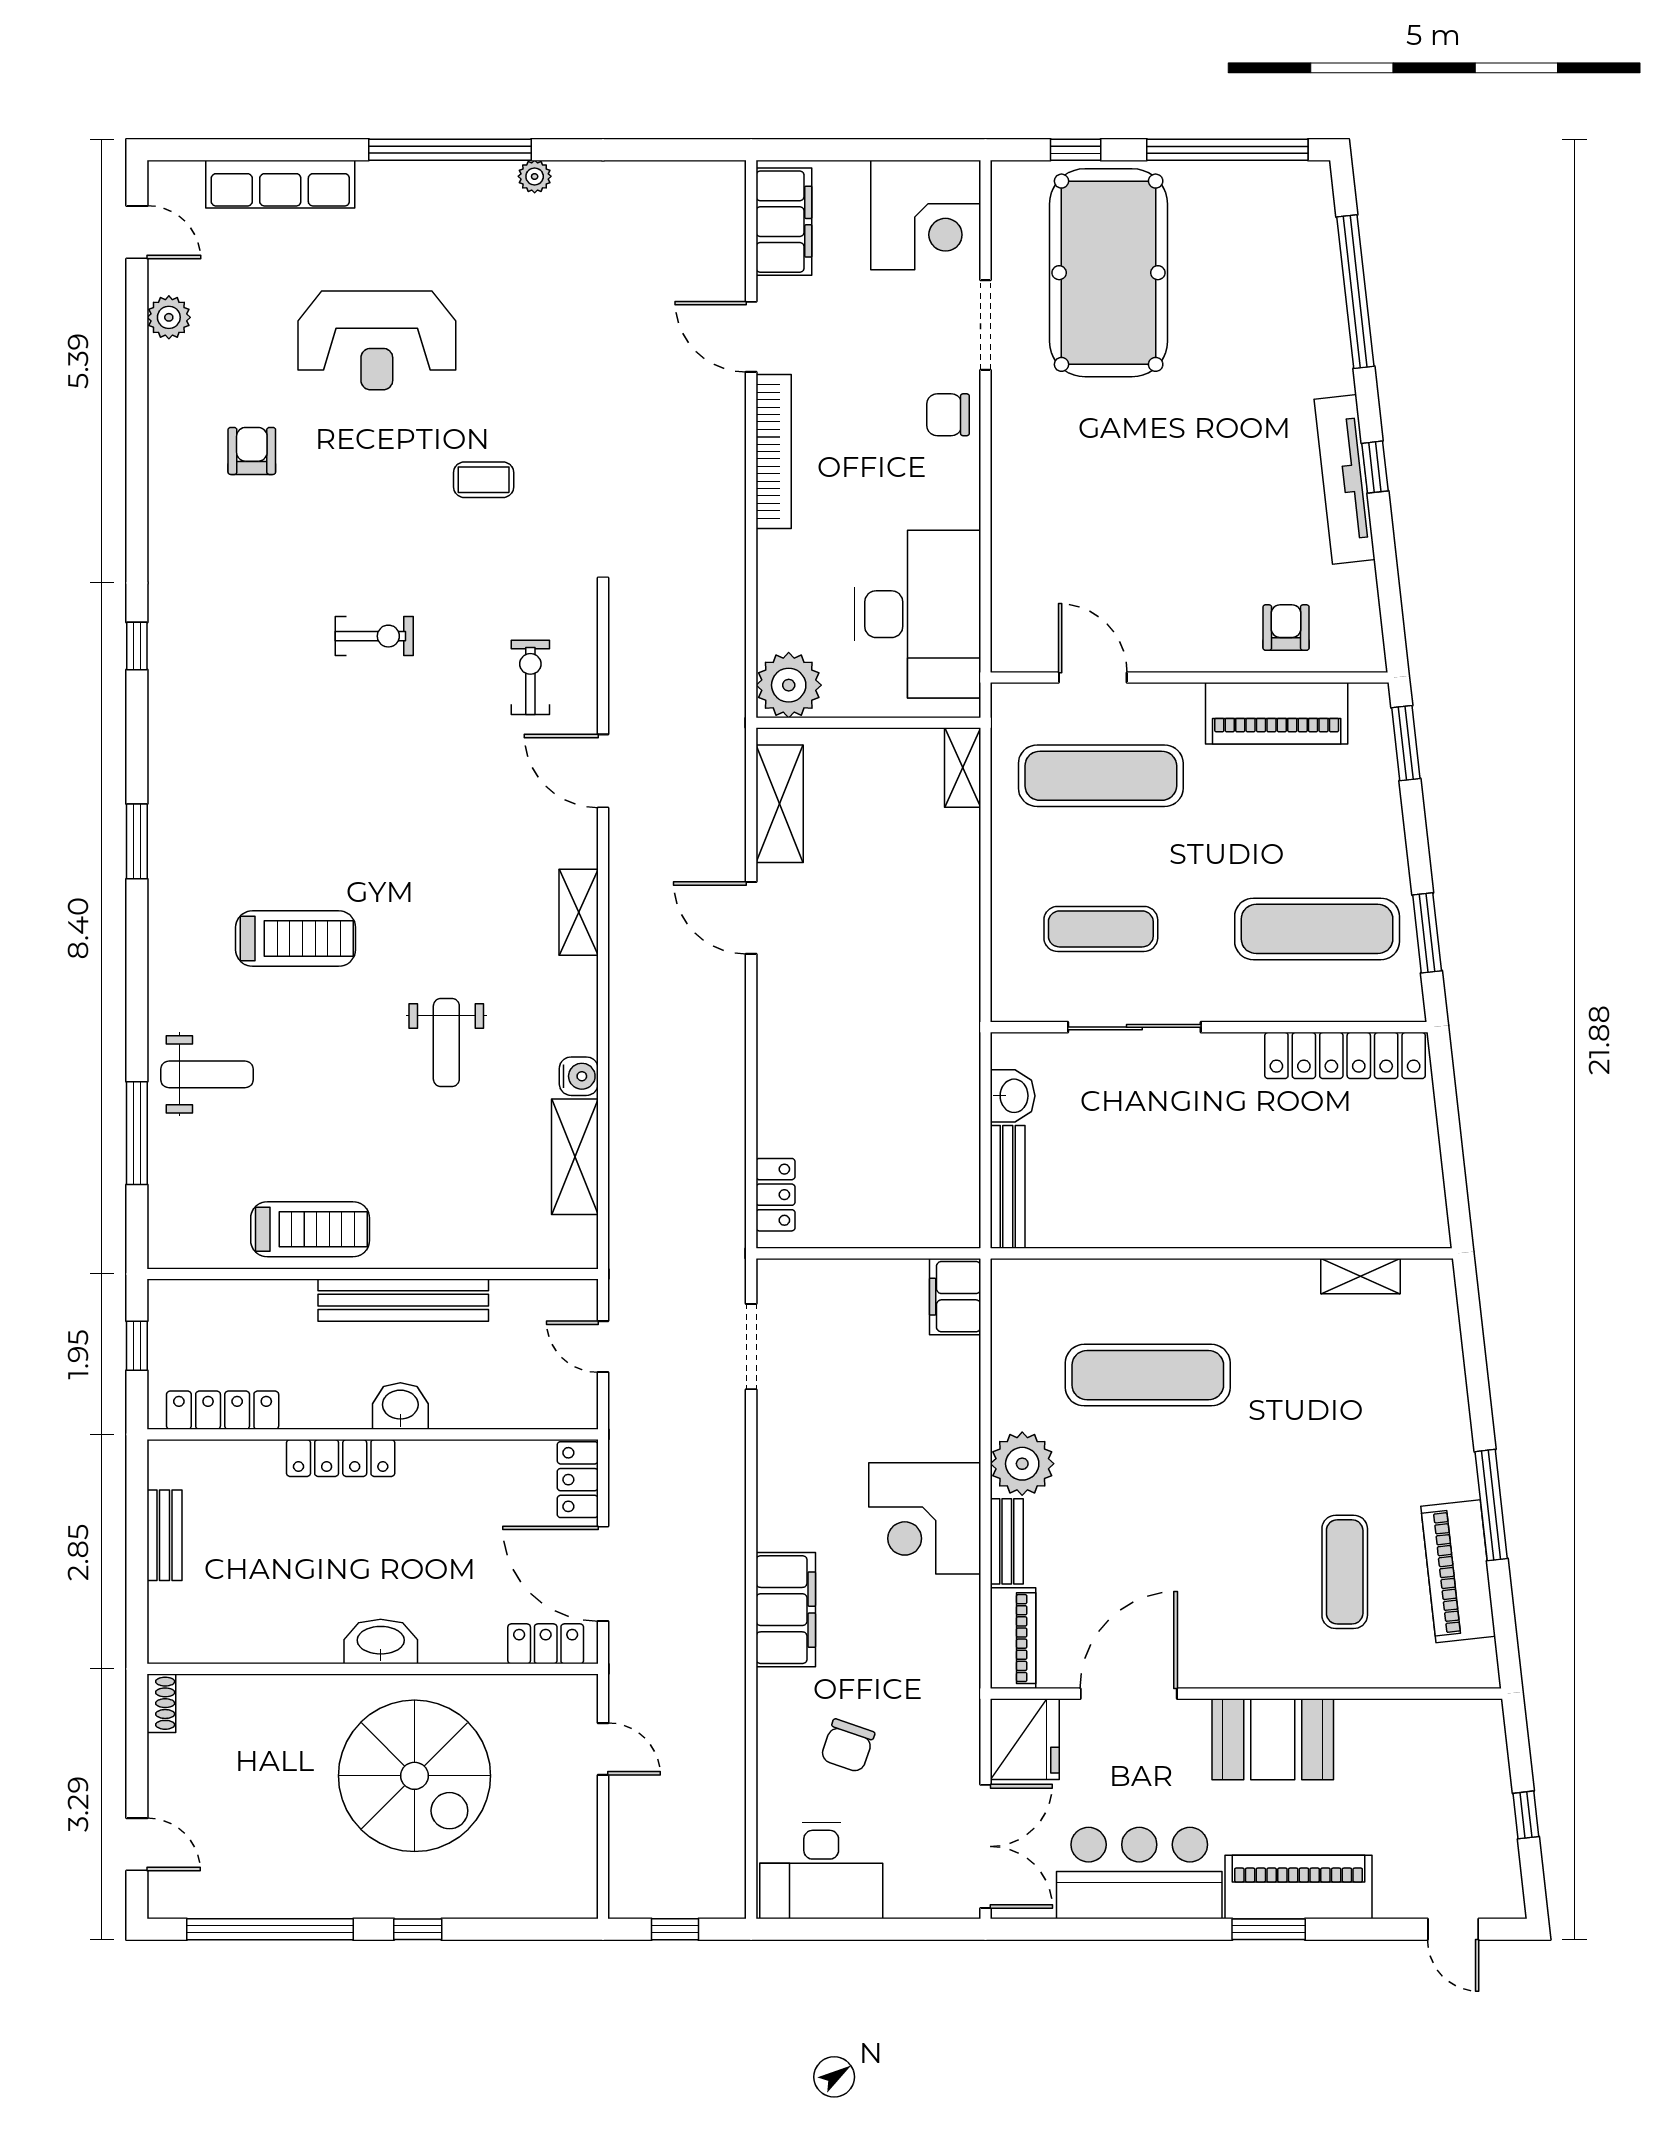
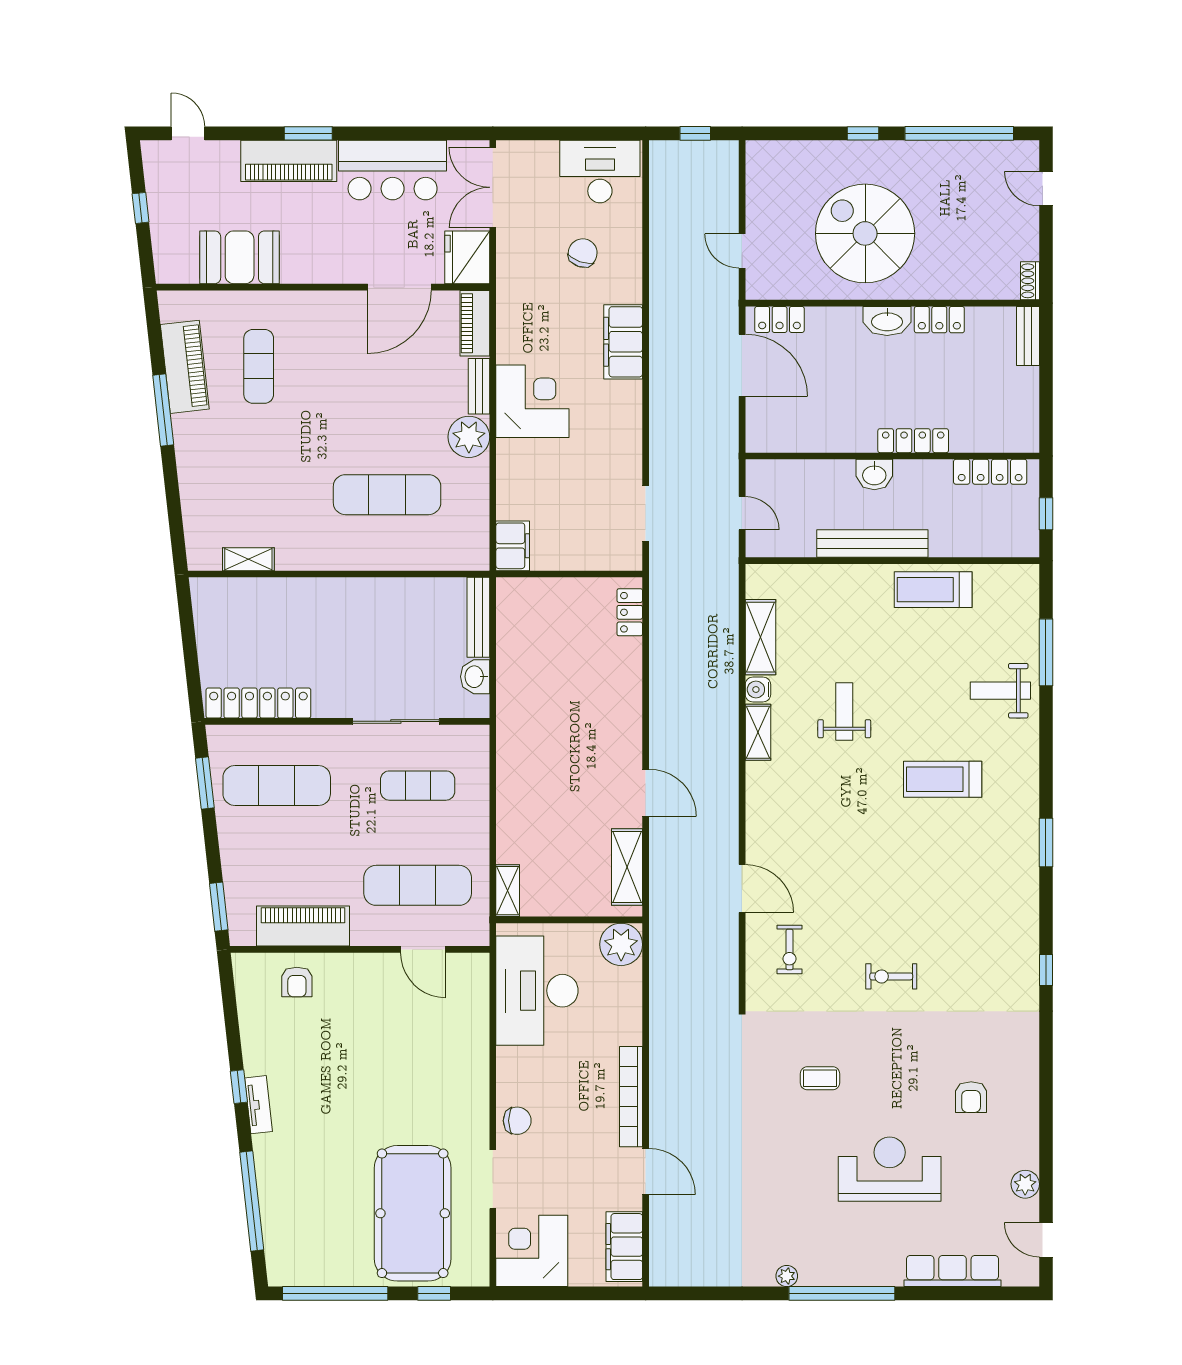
tv unit: (1345, 479) -> (259, 1105), width x0.52, depth x0.78
shelving: (579, 912) -> (758, 732), moved
locker: (578, 1480) -> (939, 320), moved, turned 90
bench: (165, 1535) -> (1028, 336), moved
booth: (1273, 1739) -> (240, 257), moved

